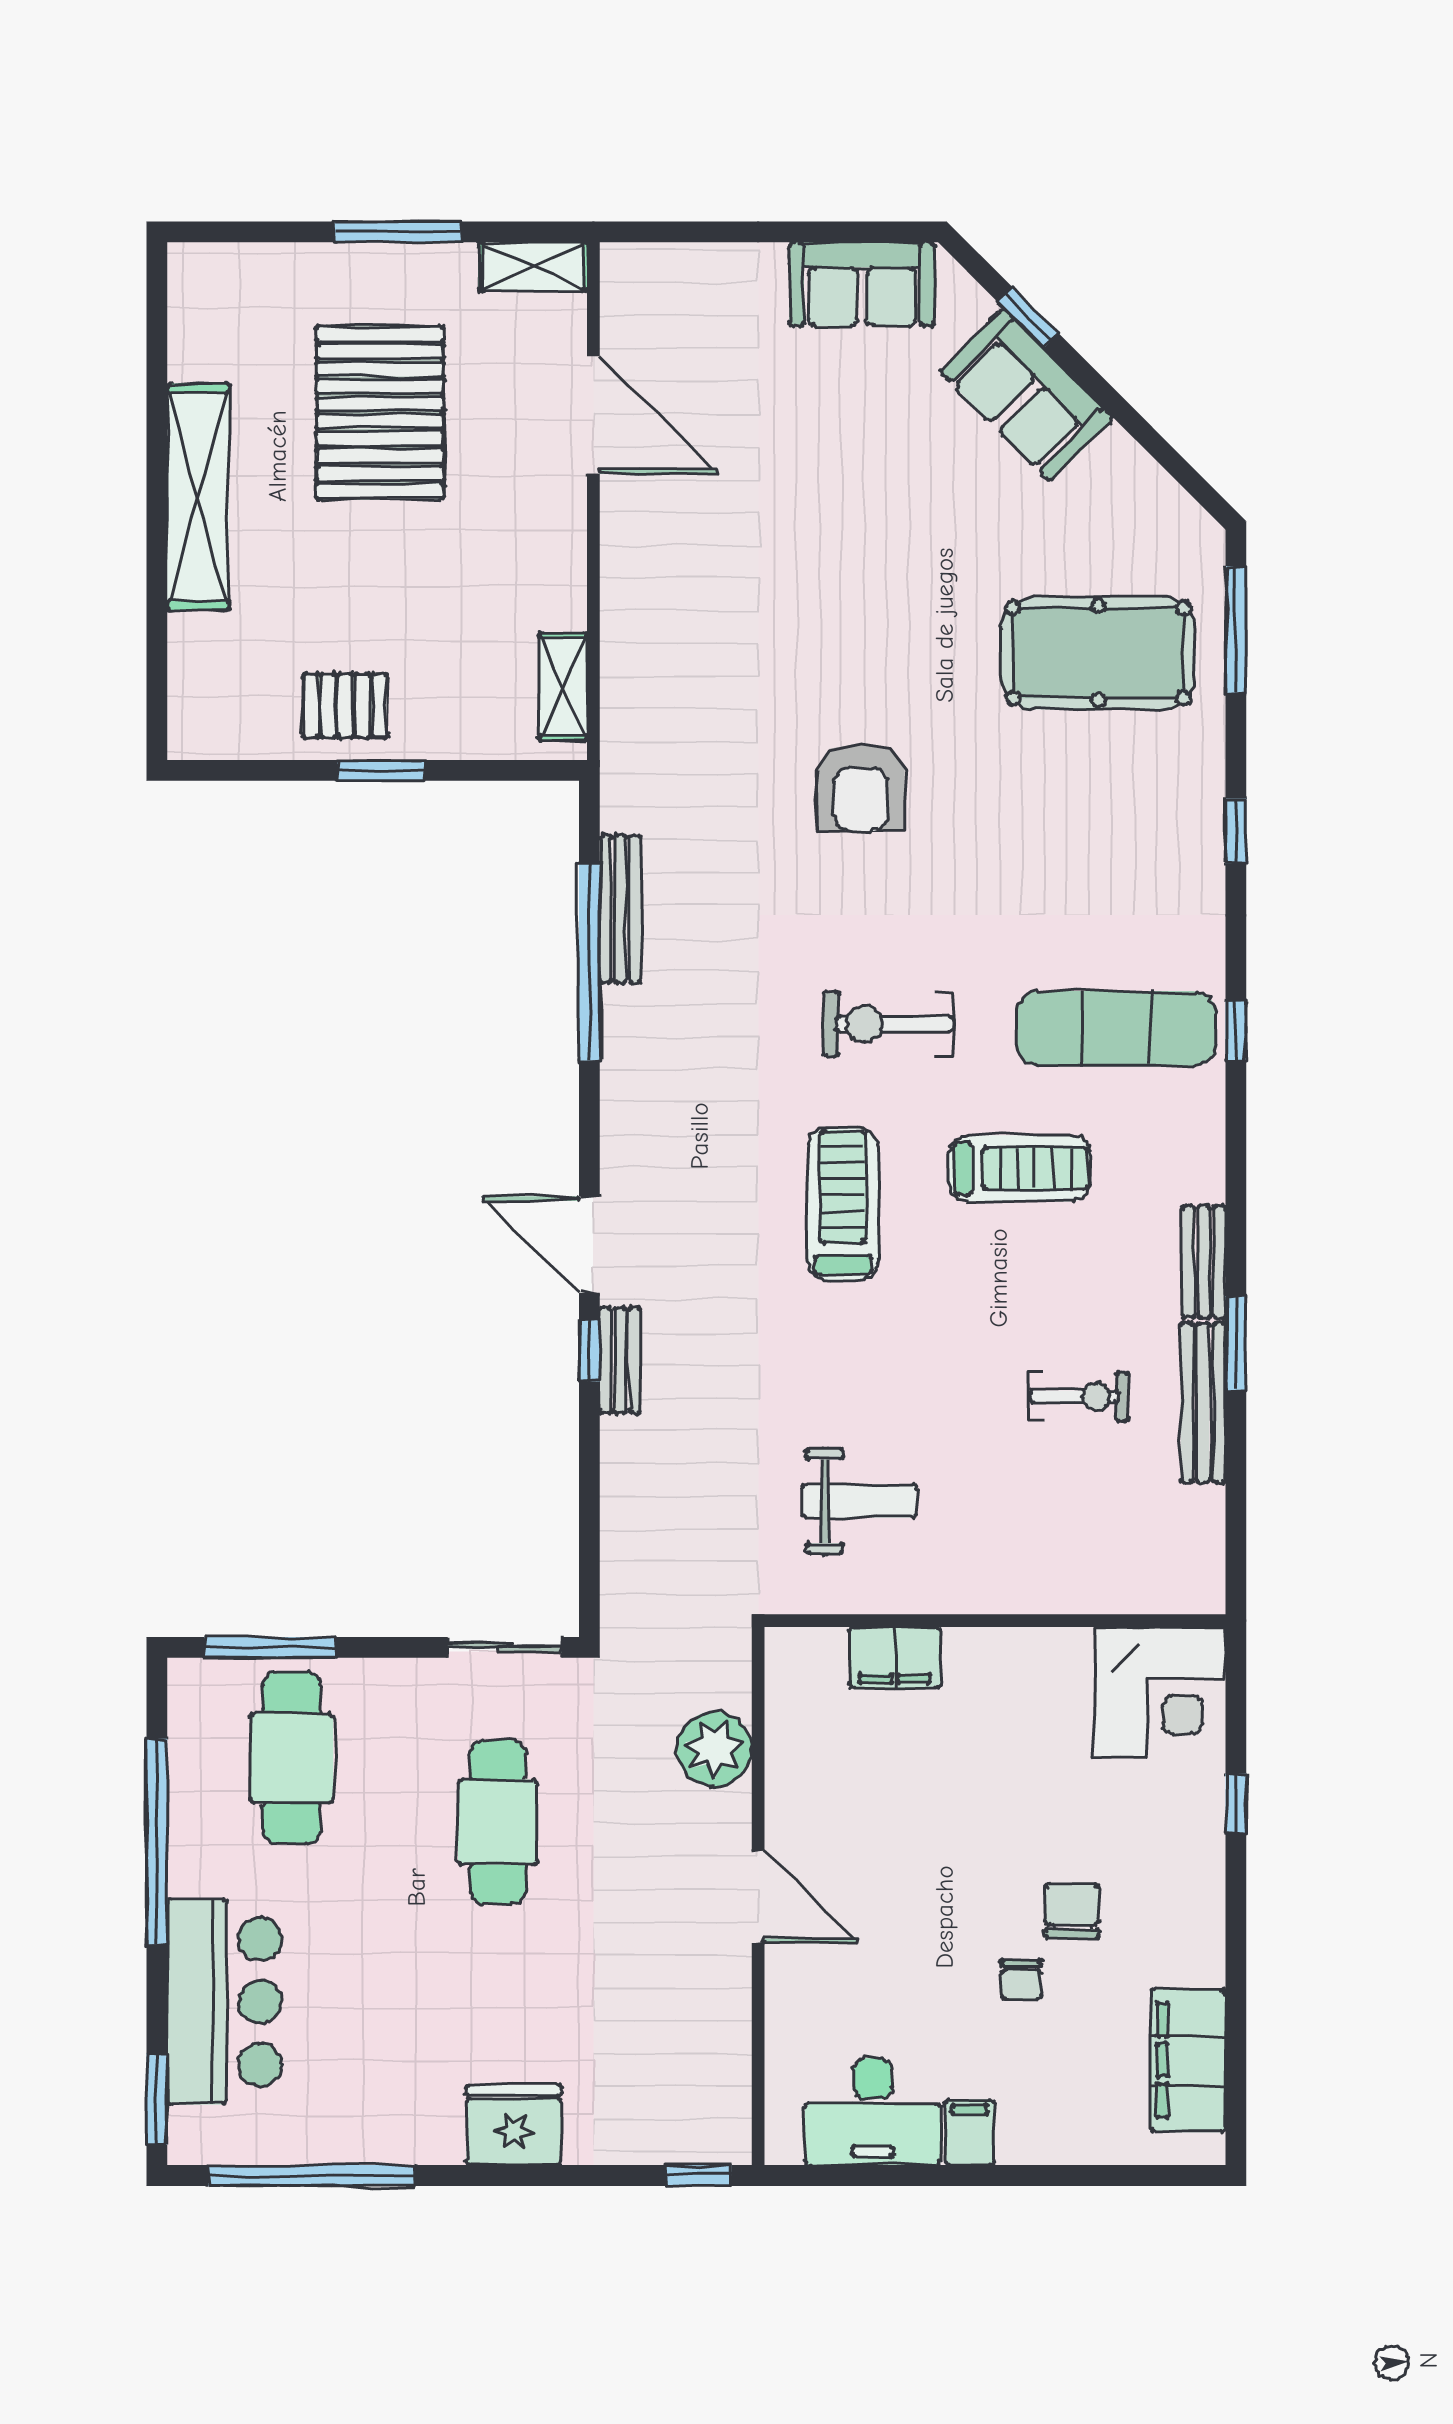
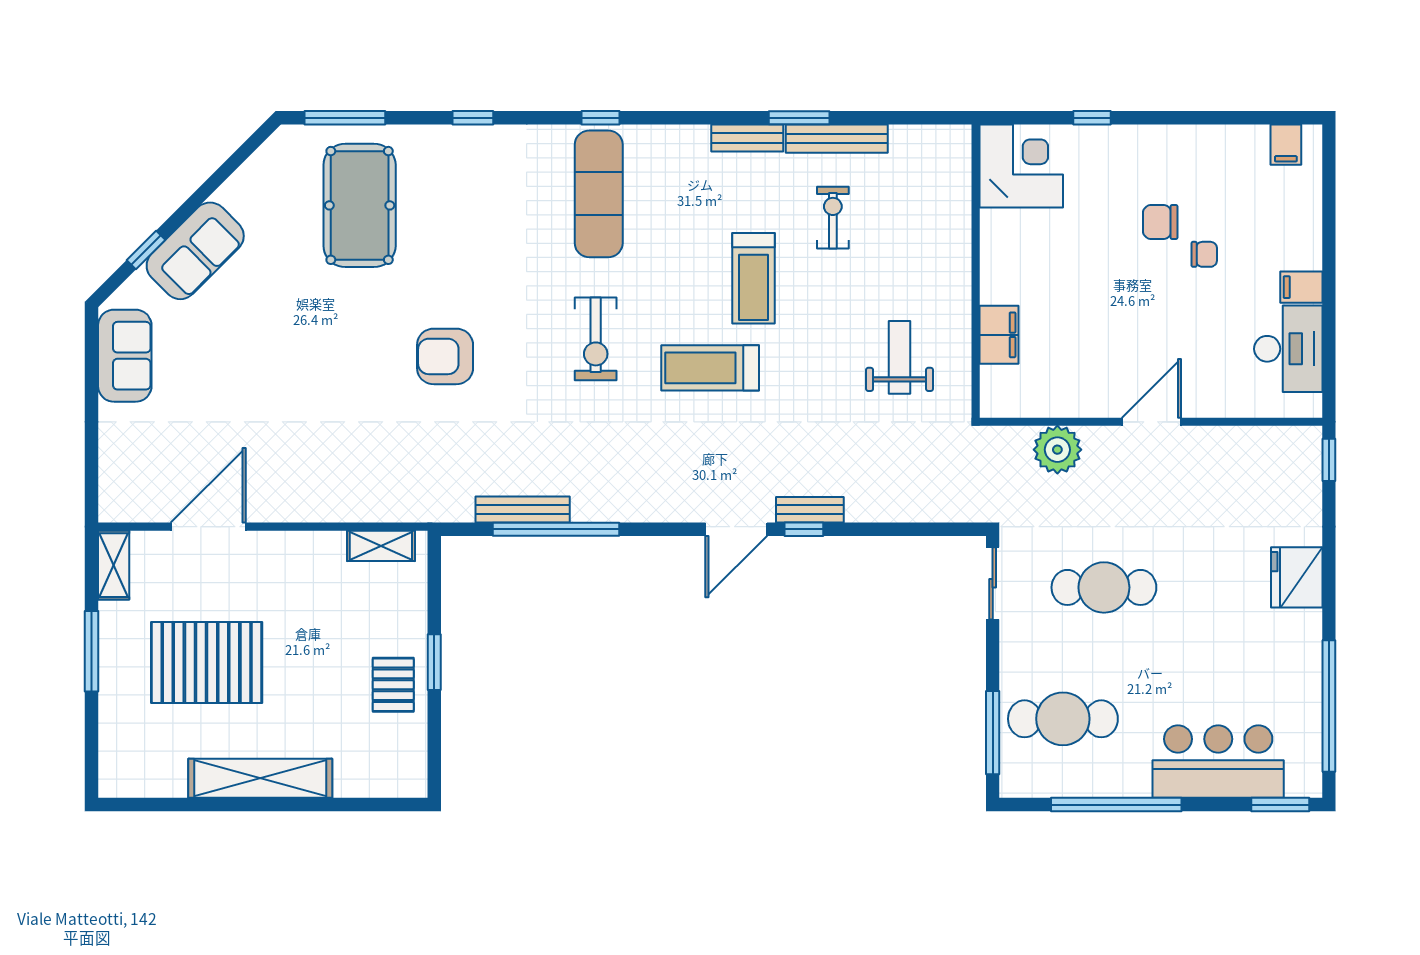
armchair: (861, 787) -> (445, 356), turned 180
treadmill: (1020, 1169) -> (753, 278), moved, turned 180
filing cabinet: (1188, 2060) -> (1286, 145), width x0.33, depth x0.86

